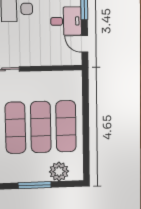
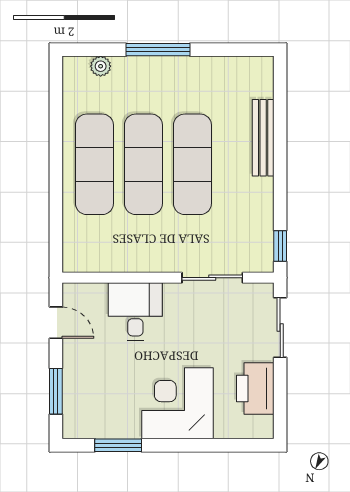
desk: (66, 21) -> (135, 312), moved, turned 90
plant: (59, 172) -> (101, 66), width x0.53, depth x0.53

